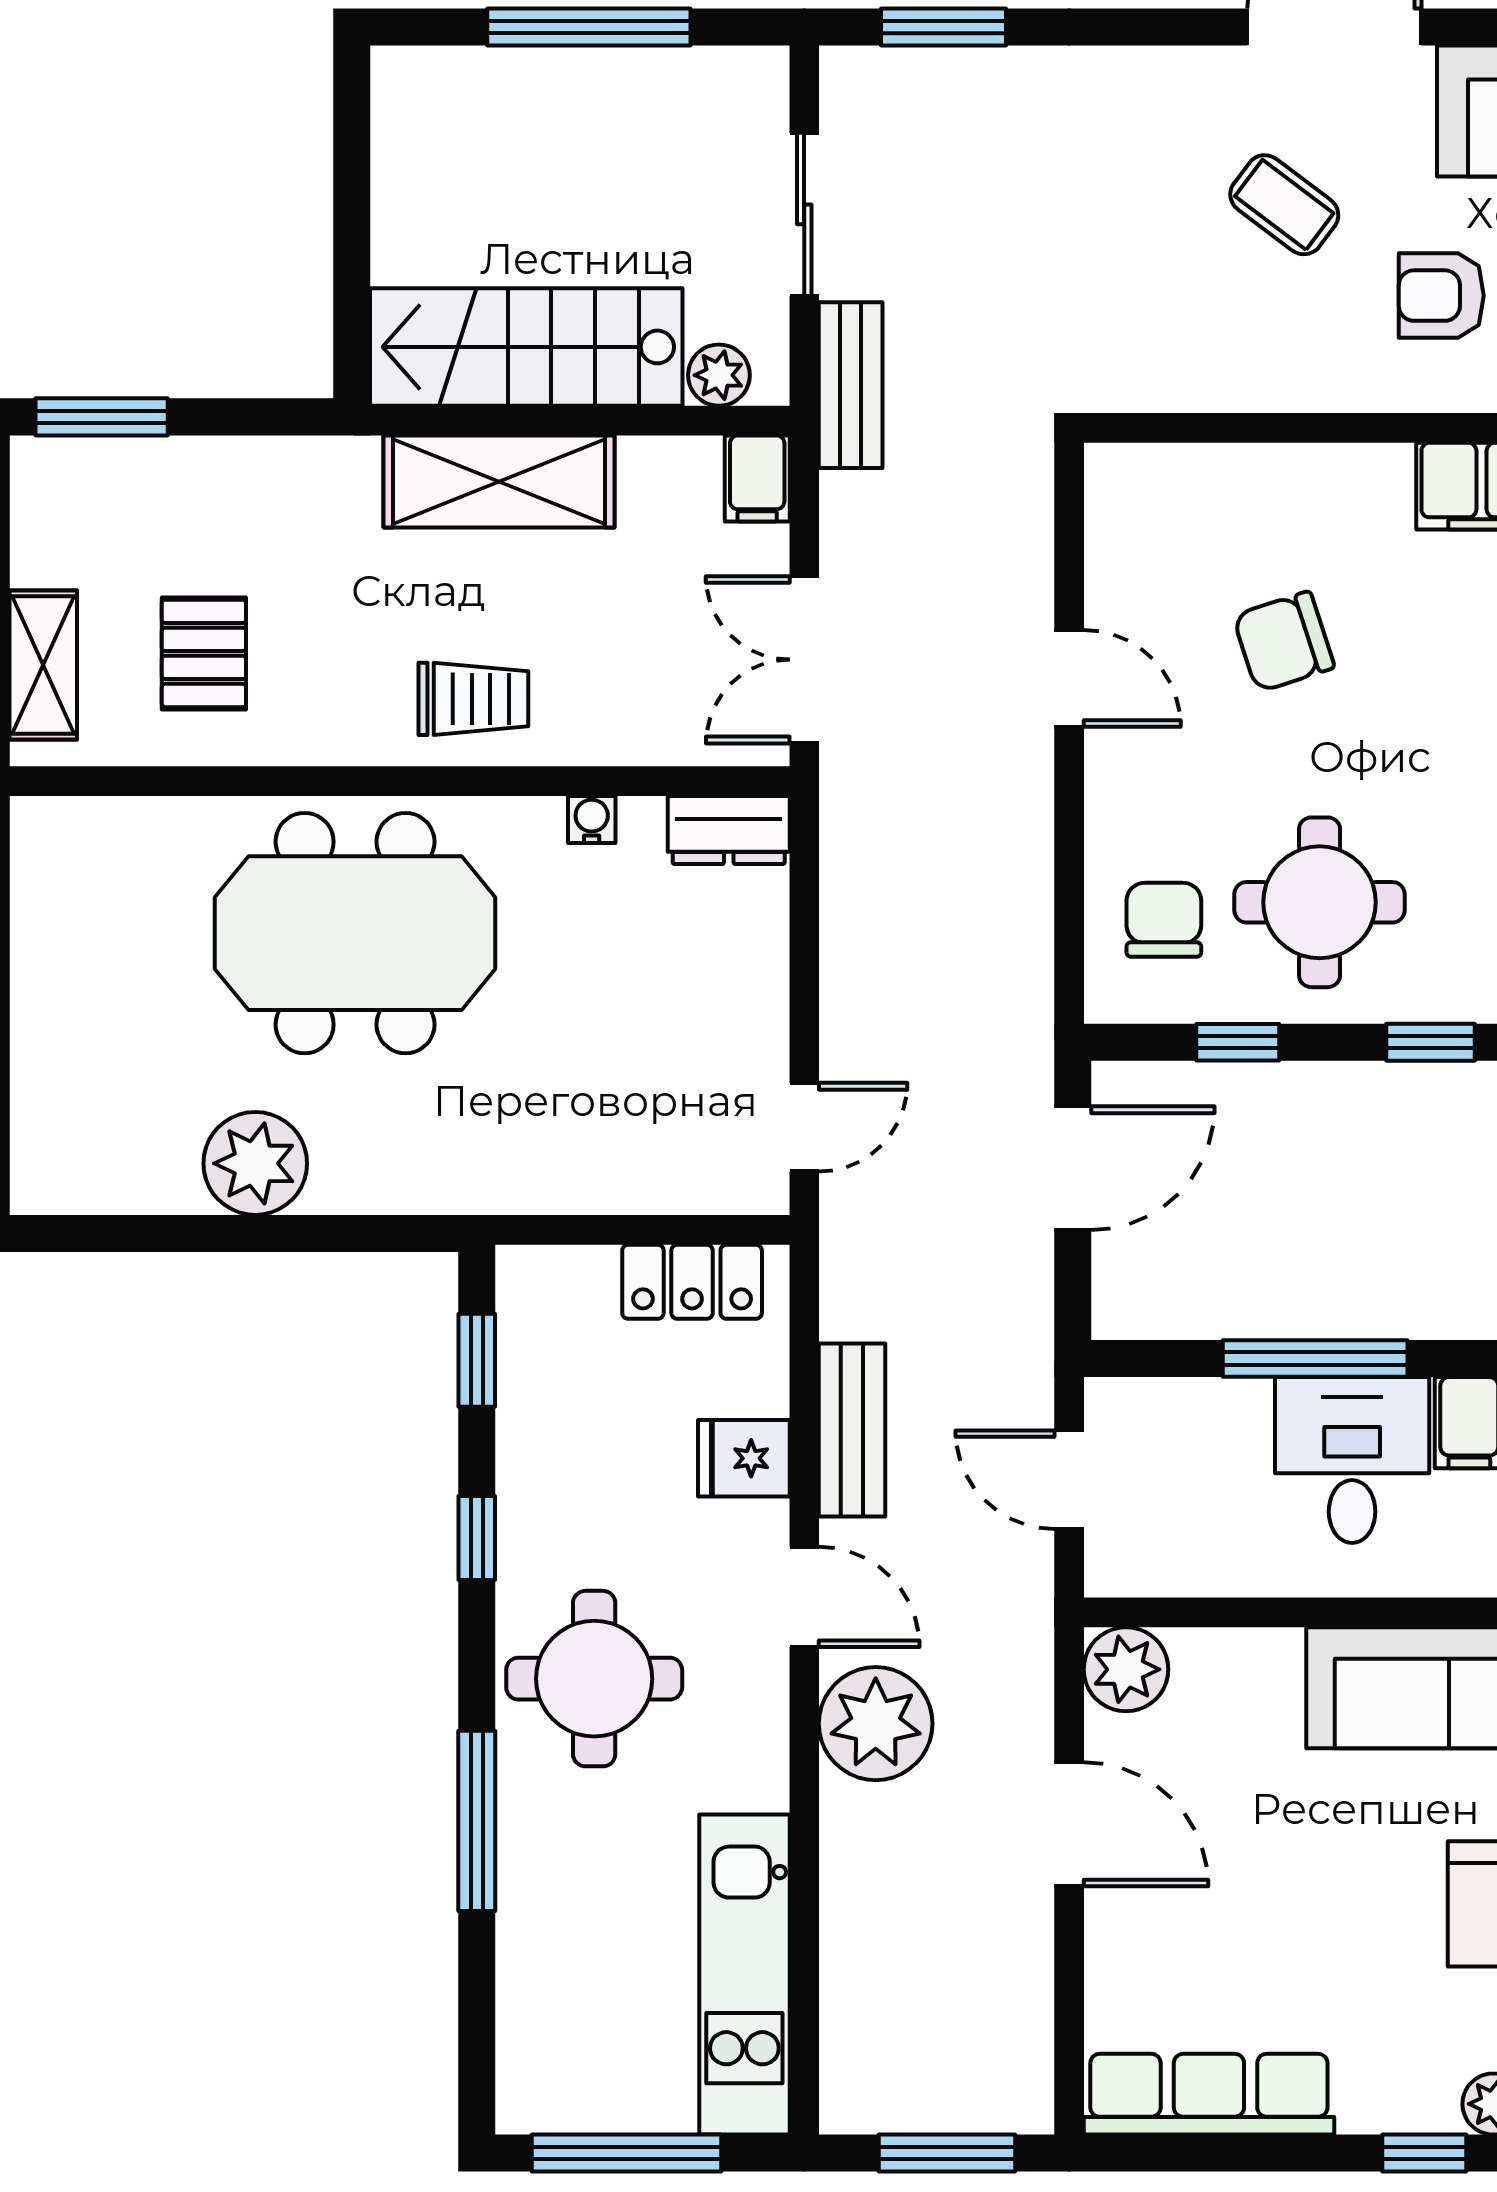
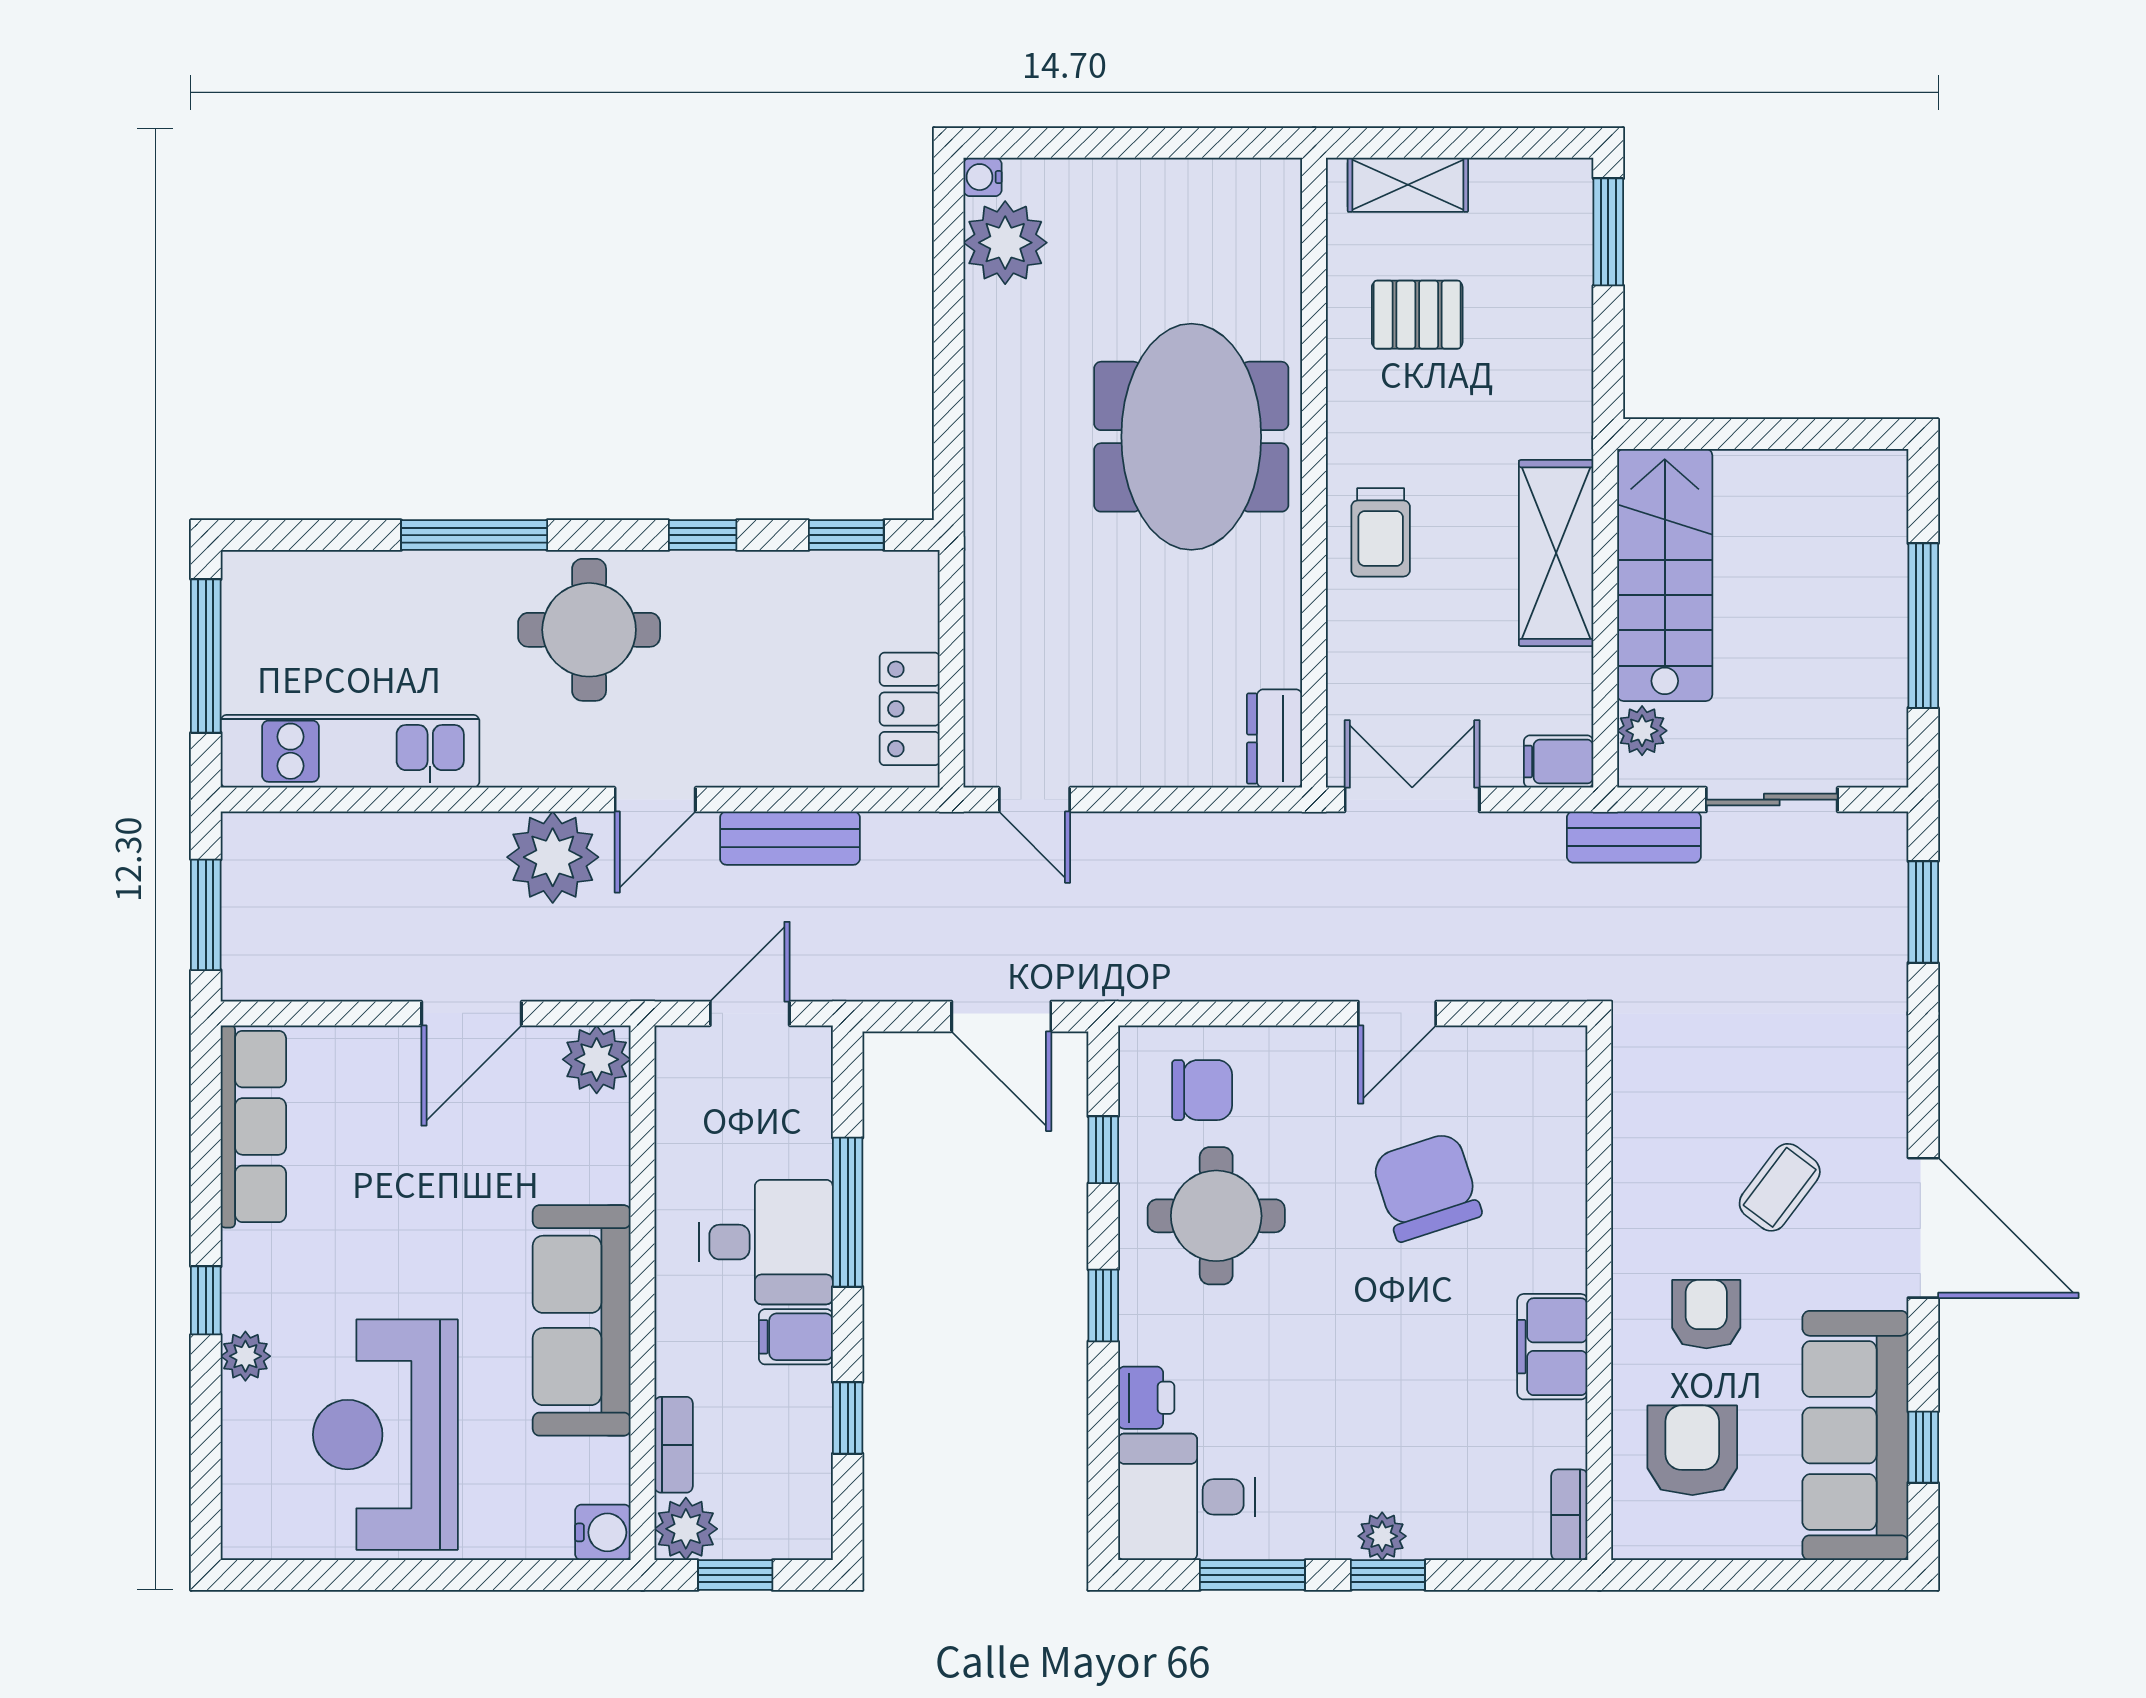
chair: (1284, 642) -> (1427, 1187), width x1.37, depth x1.37
water cooler: (592, 819) -> (983, 177), moved, turned 180
plant: (255, 1163) -> (1005, 243), moved
fridge: (744, 1458) -> (767, 751), removed

